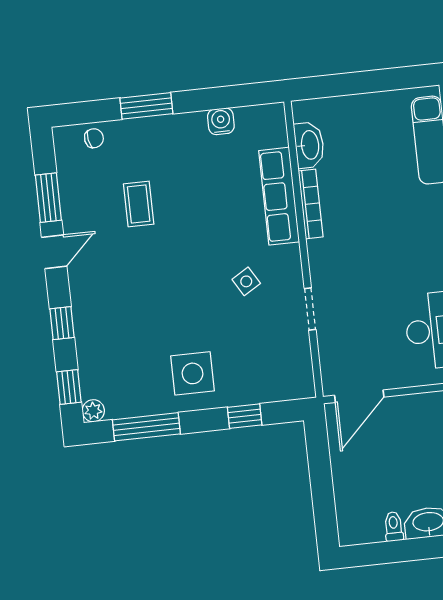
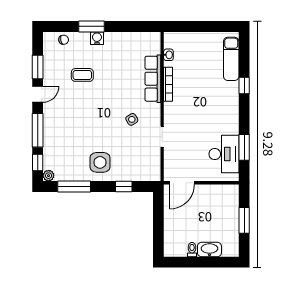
water cooler: (221, 121) -> (97, 38), moved
washbasin: (309, 145) -> (168, 55), width x0.52, depth x0.69
coffee table: (139, 204) -> (82, 75), turned 90
window: (62, 323) -> (38, 130), width x2.17

